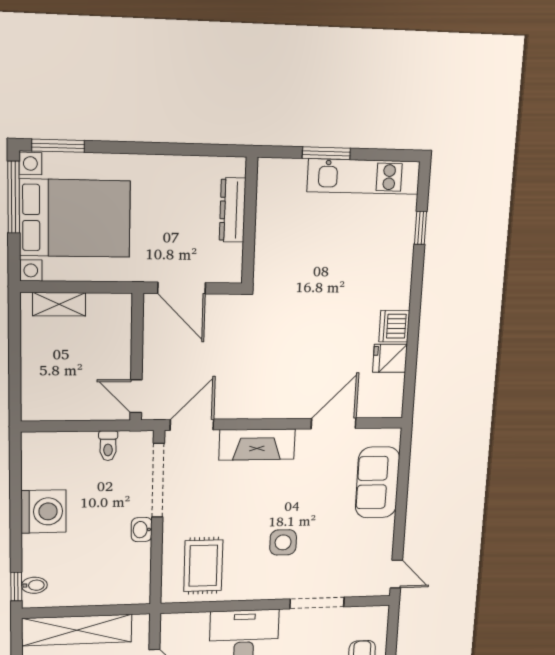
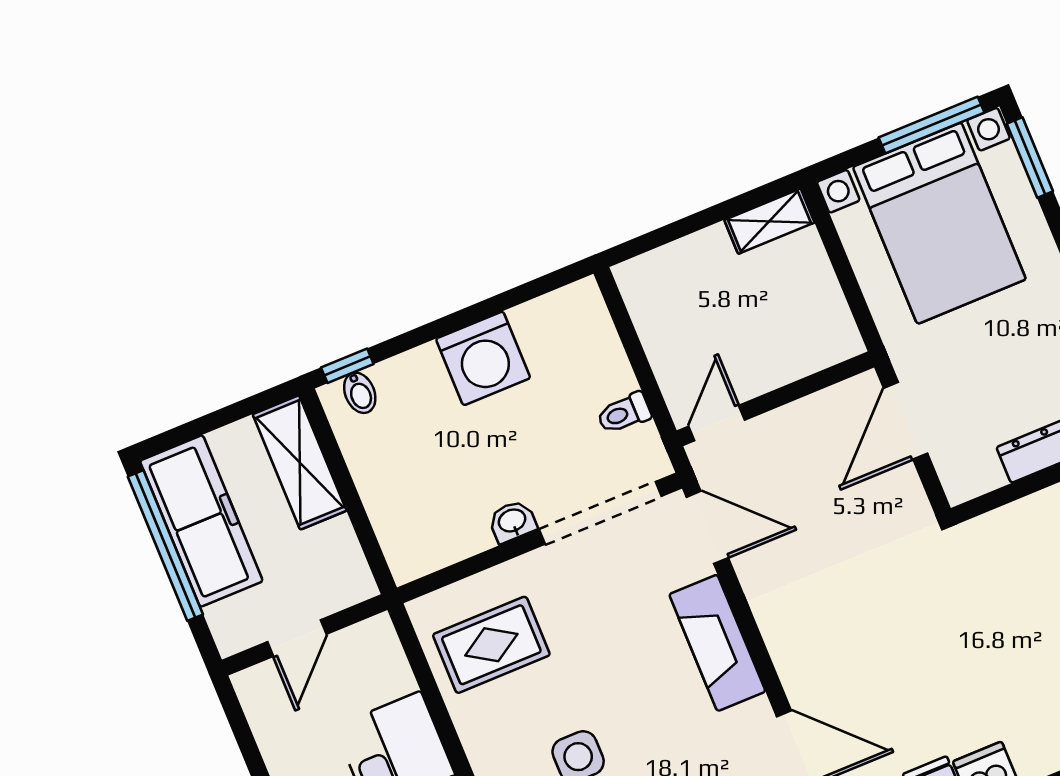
shelving: (59, 304) -> (769, 221), moved, turned 90
shelving: (77, 630) -> (300, 462), width x0.68

